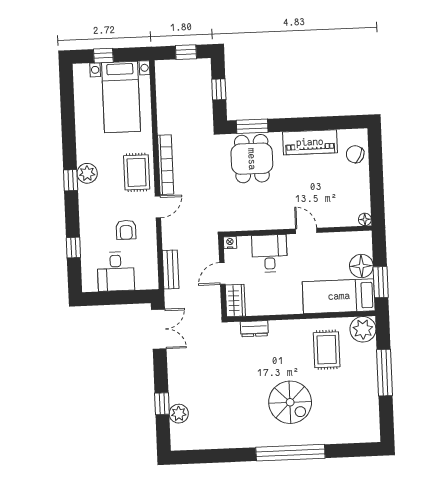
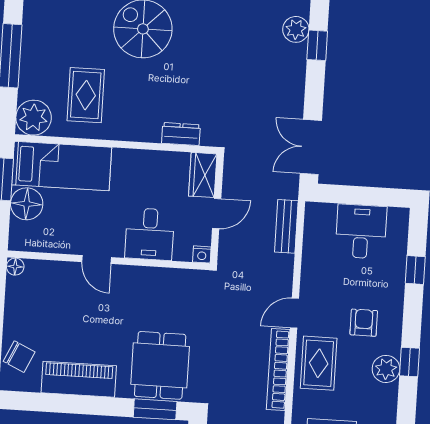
armchair: (126, 230) -> (364, 323), moved

